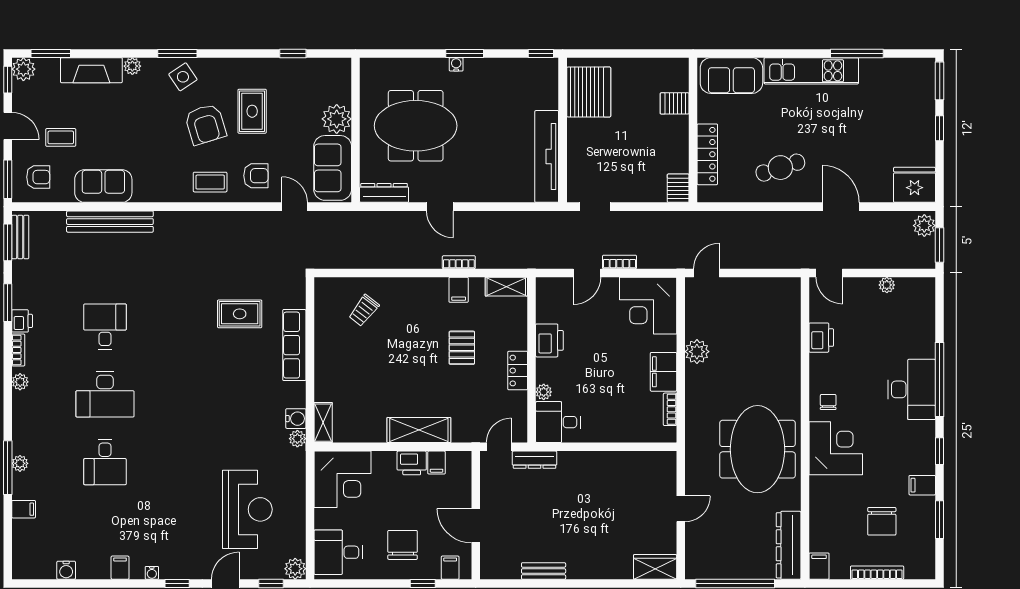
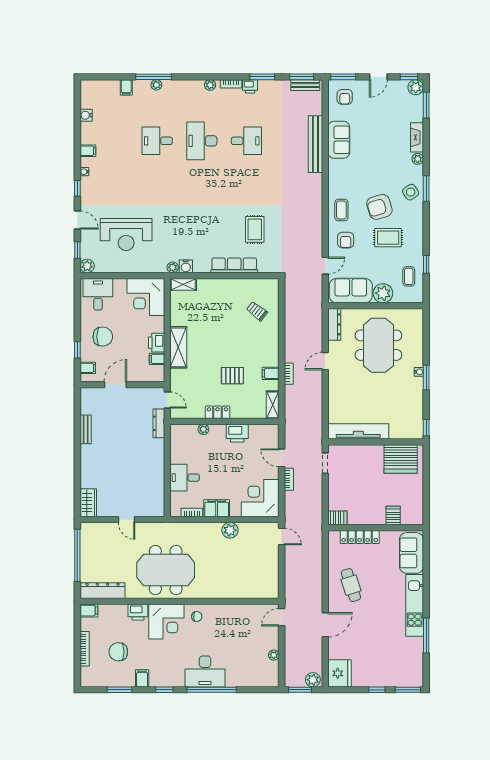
fireplace: (91, 70) -> (417, 137), width x0.73, depth x0.76
coffee table: (61, 137) -> (409, 276), moved
printer: (821, 338) -> (138, 612), moved
desk: (558, 422) -> (185, 478), moved, turned -90

